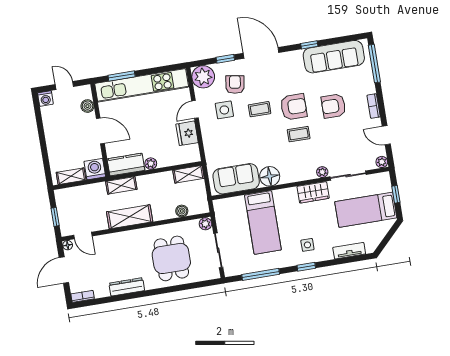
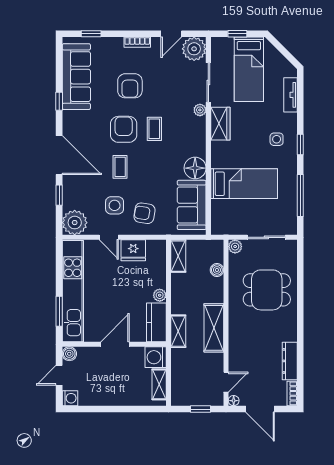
door: (261, 53) -> (59, 155), swing flipped
window: (374, 64) -> (91, 34), width x0.46
armchair: (235, 85) -> (144, 213), moved
boiler: (87, 106) -> (69, 354), moved
plant: (382, 162) -> (194, 49), width x1.88, depth x1.88
dresser: (127, 287) -> (290, 361), moved

